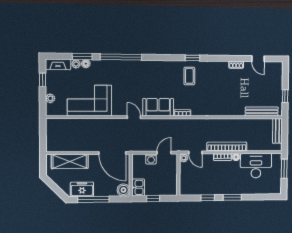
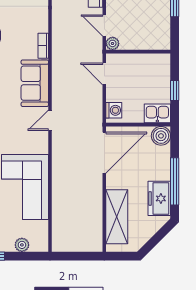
door: (195, 152) -> (104, 25), swing flipped
washing machine: (151, 159) -> (114, 110), moved

